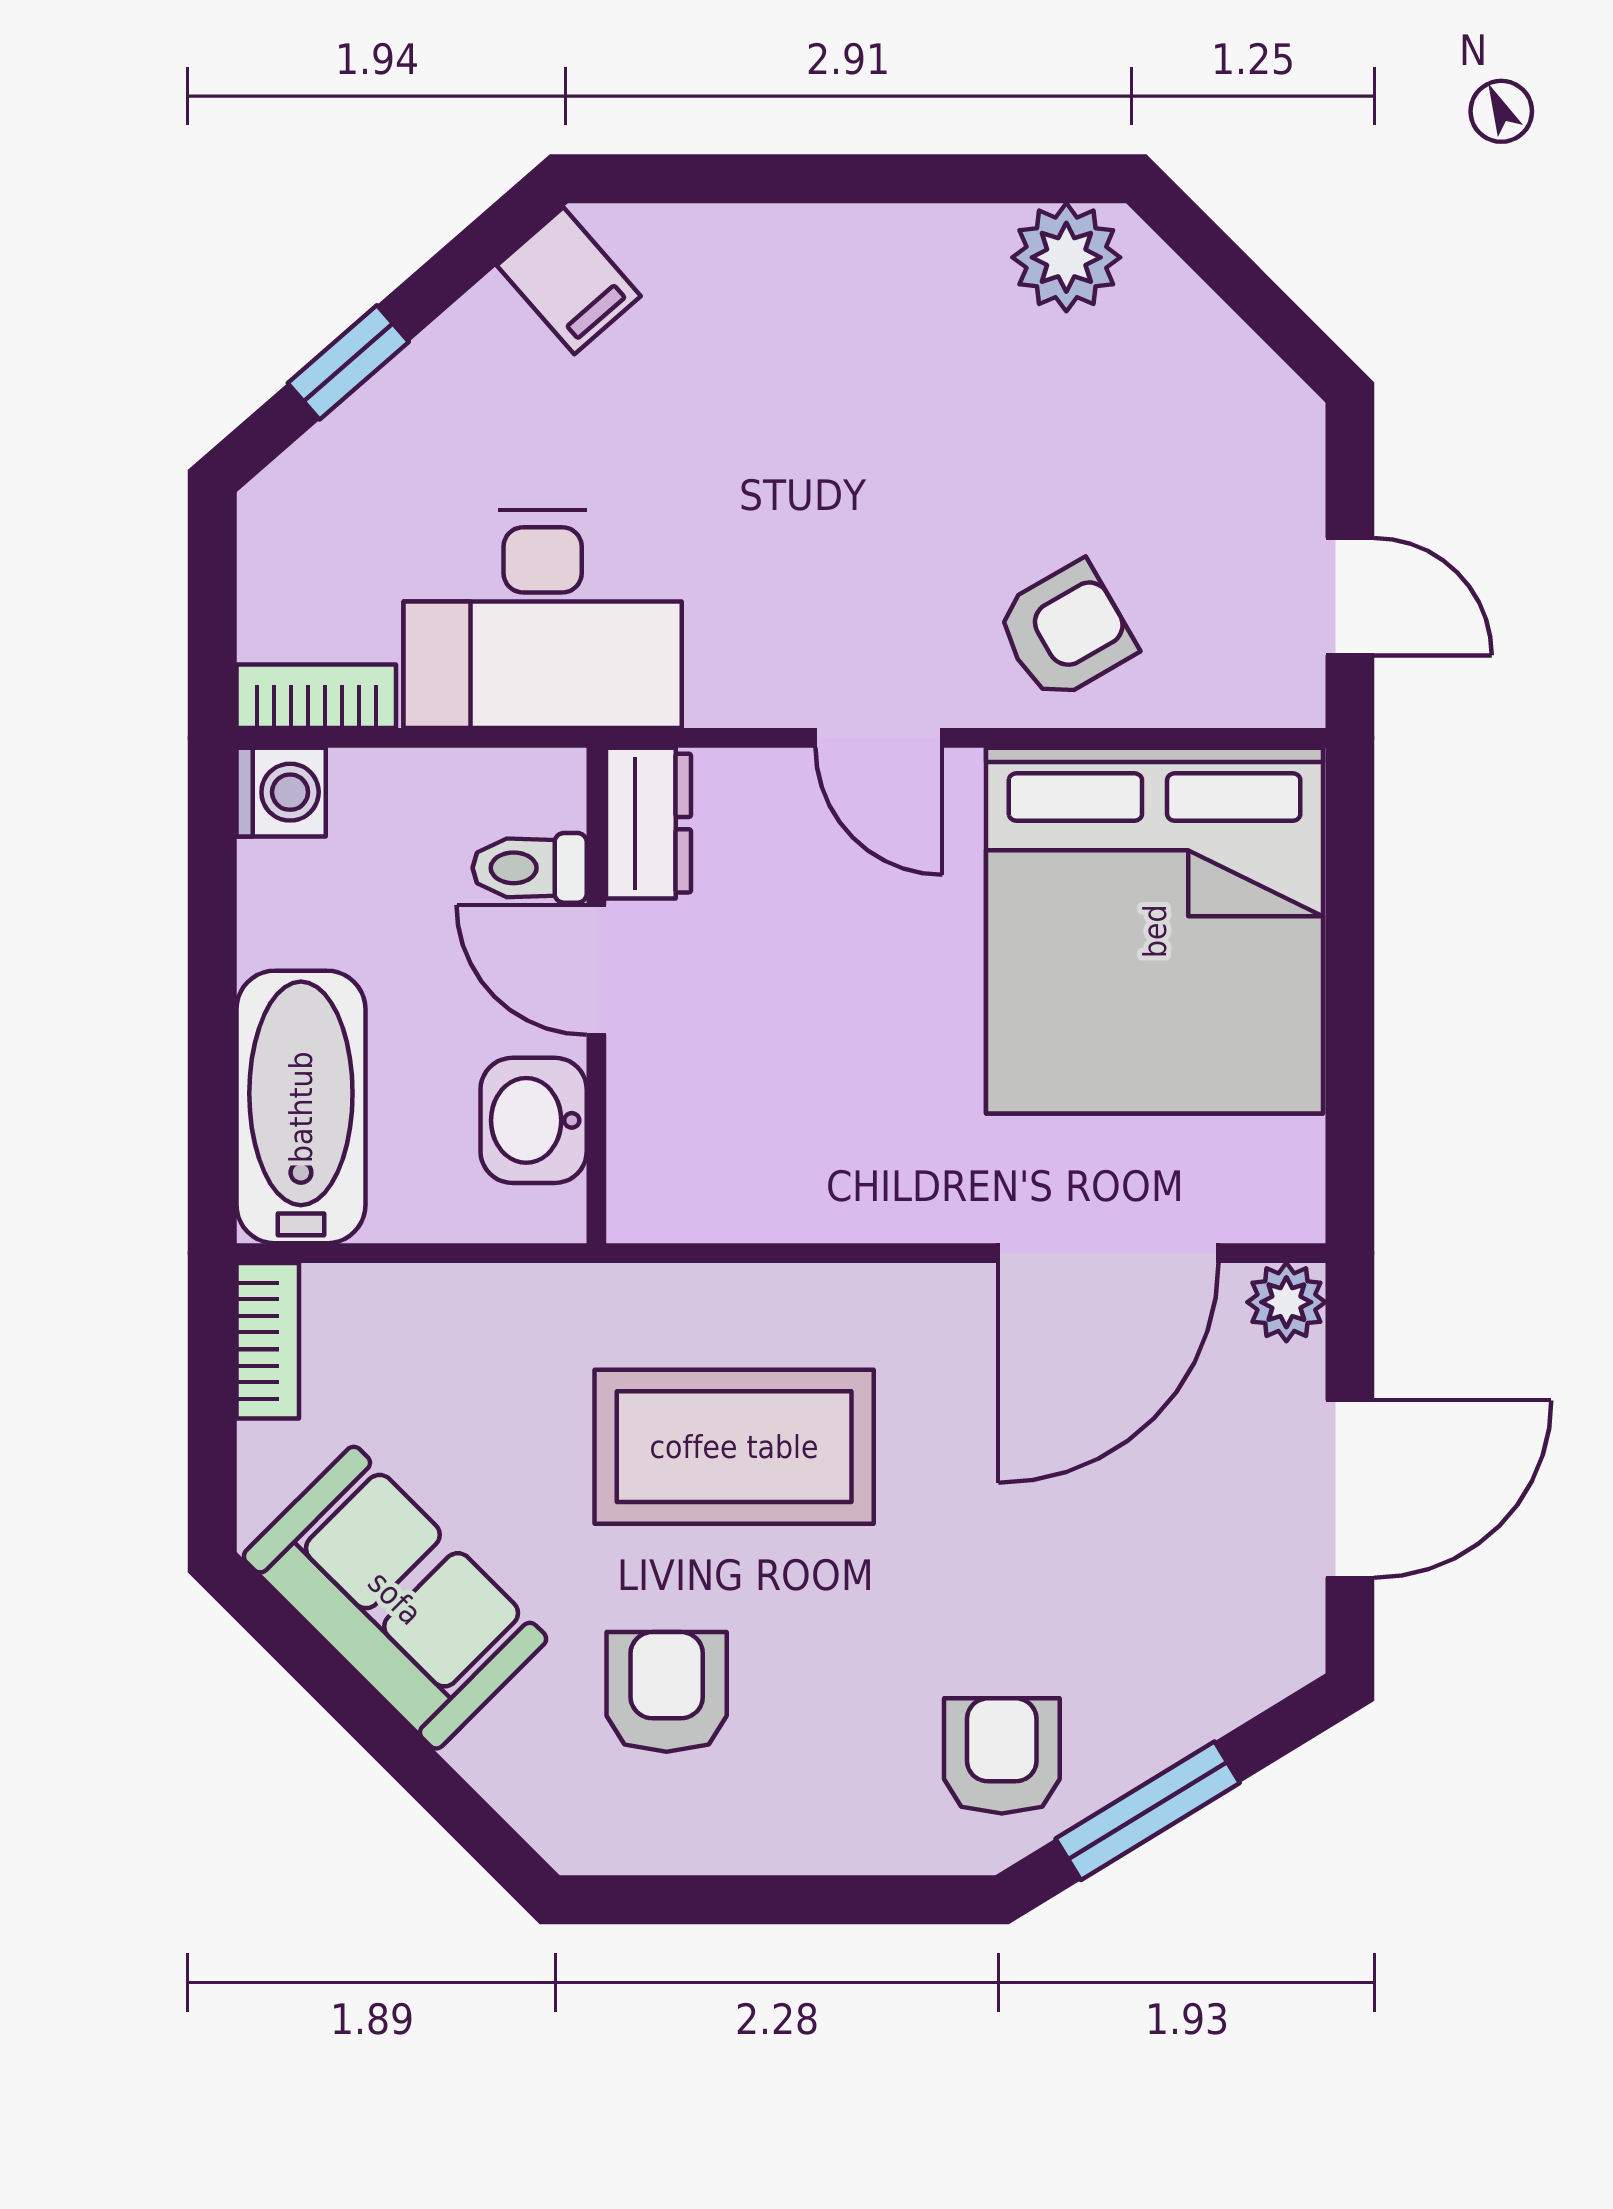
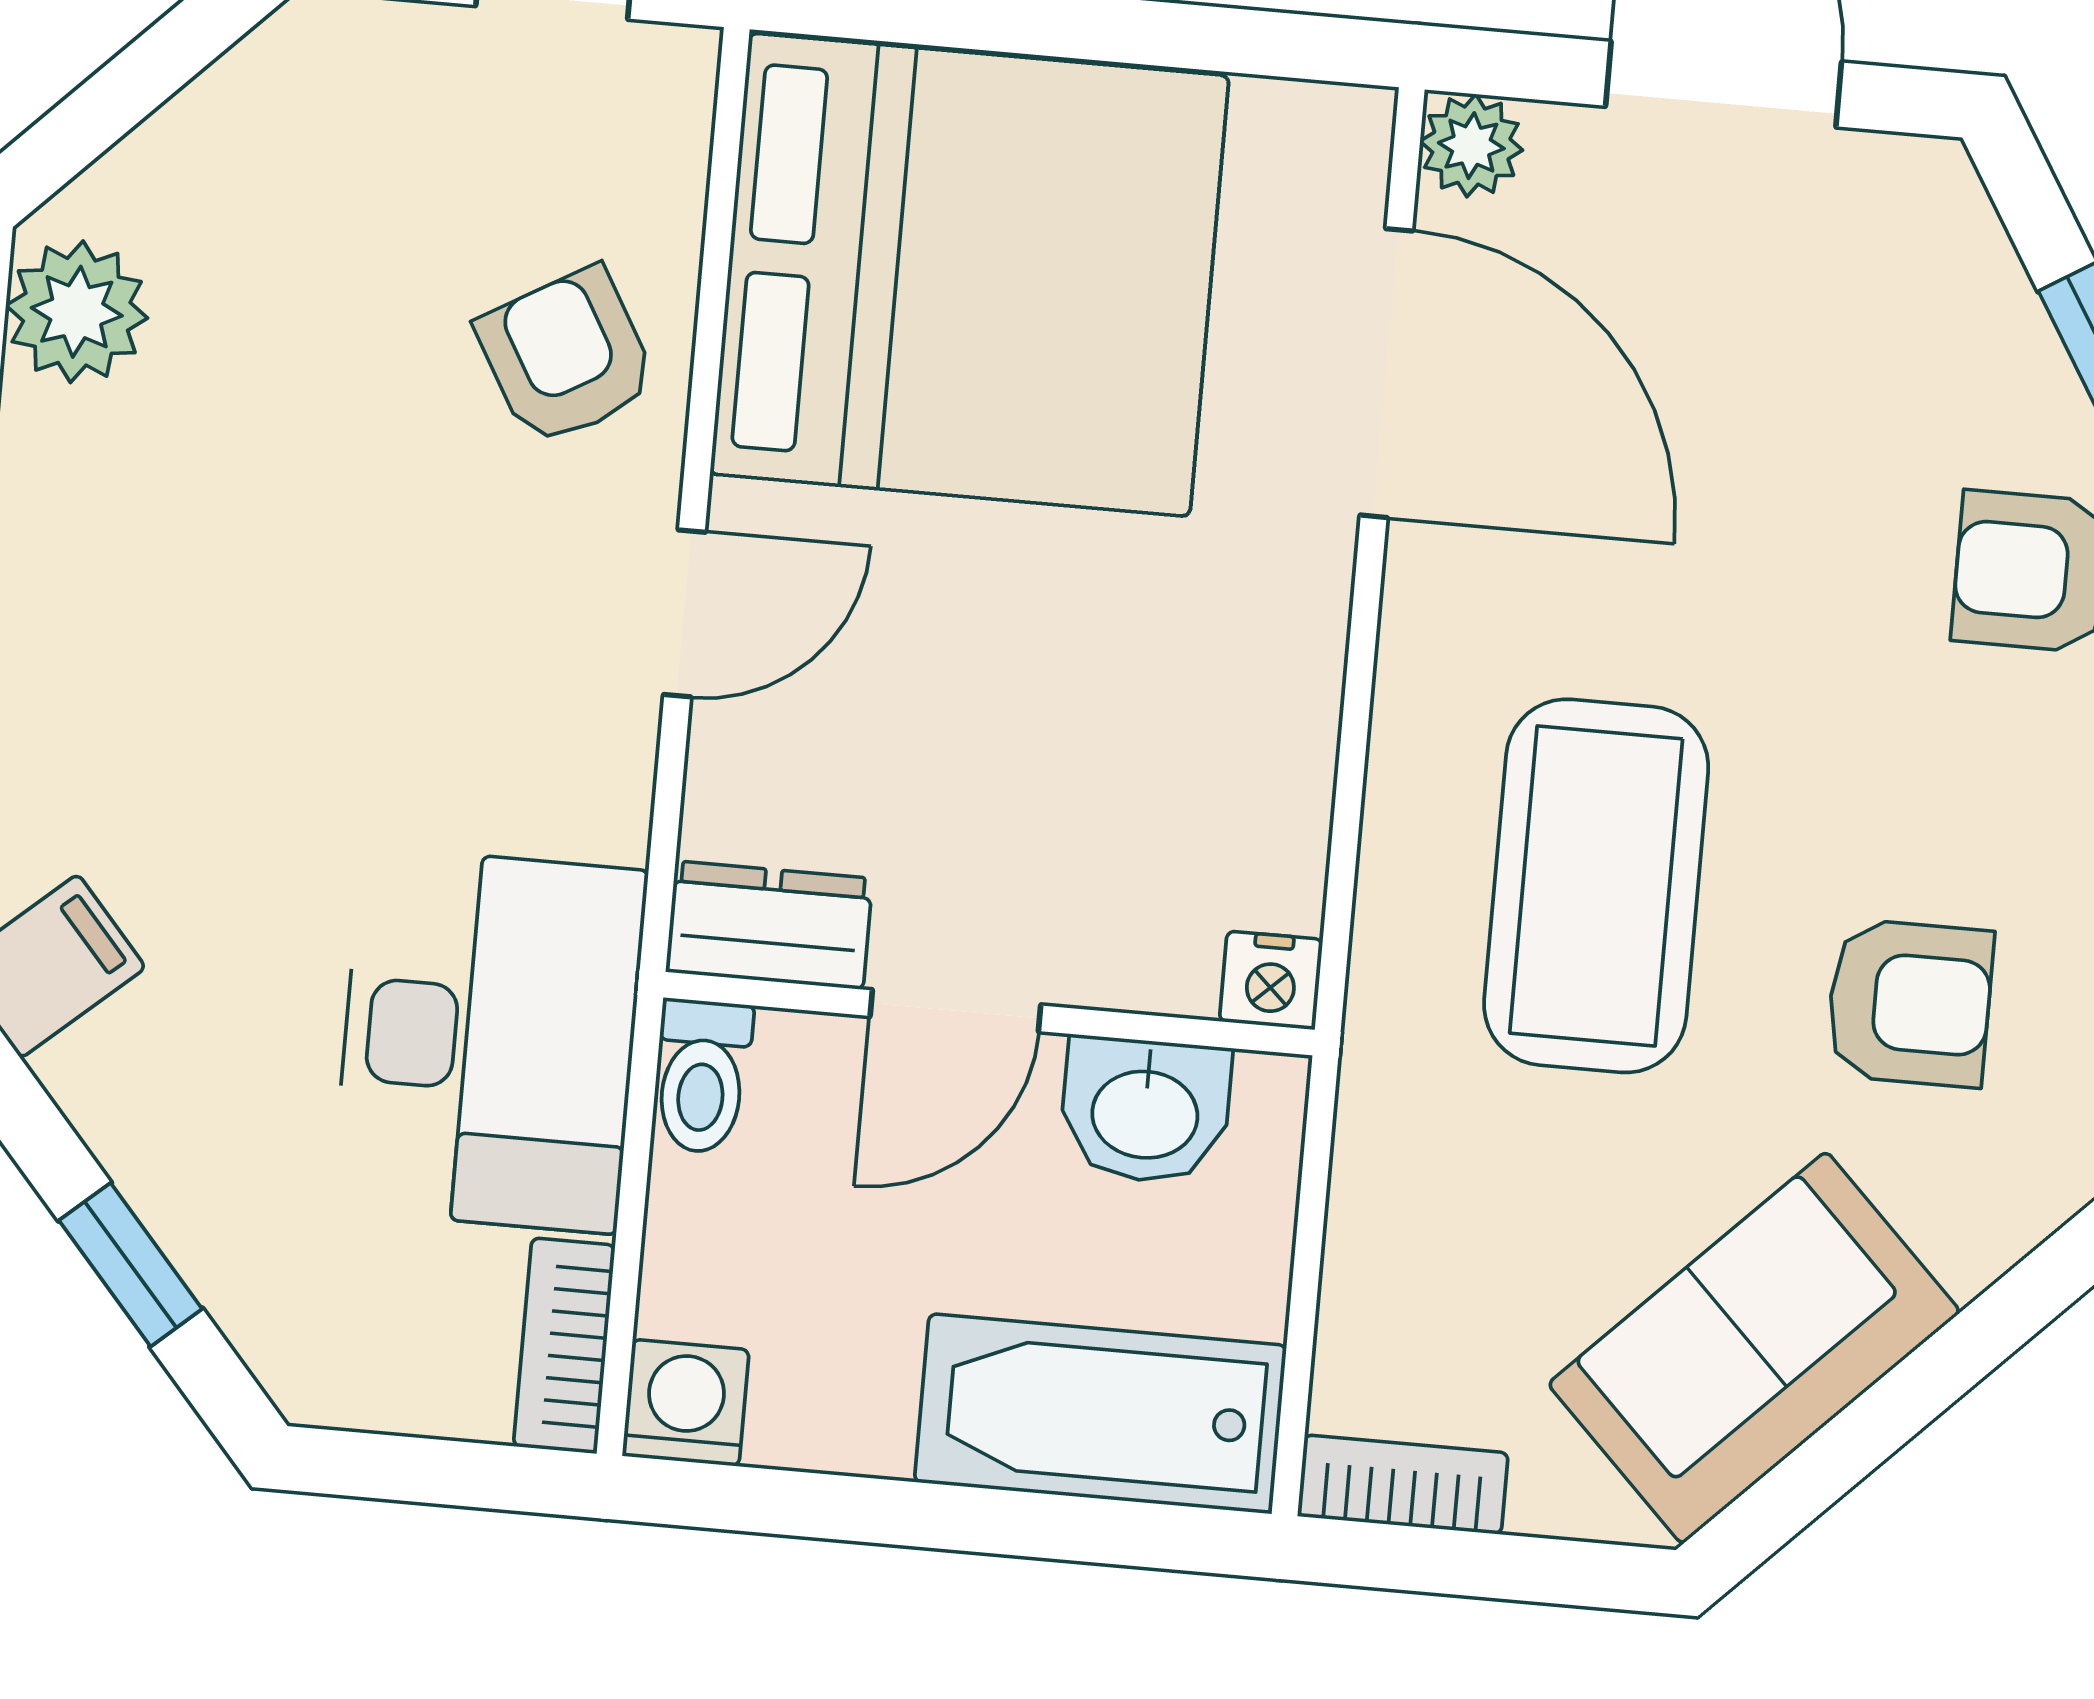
toilet: (530, 868) -> (702, 1076), moved
nightstand: (641, 1207) -> (1271, 980), added
armchair: (667, 1692) -> (1910, 1003), turned 180

